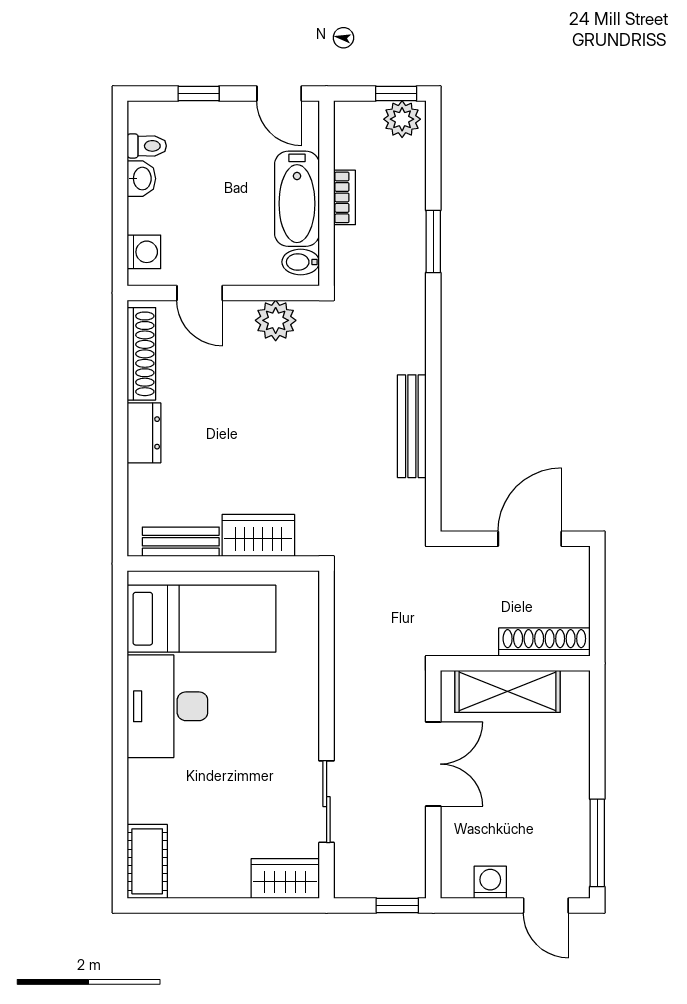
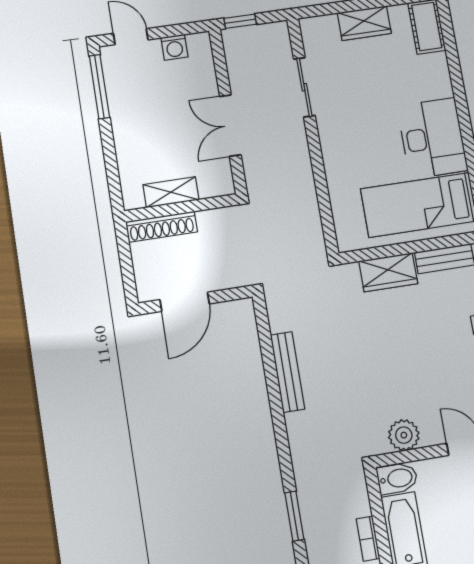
bidet: (301, 262) -> (397, 478), width x1.38, depth x1.36
shelving: (507, 691) -> (171, 192), width x0.67, depth x0.75
wardrobe: (285, 878) -> (364, 23), moved

